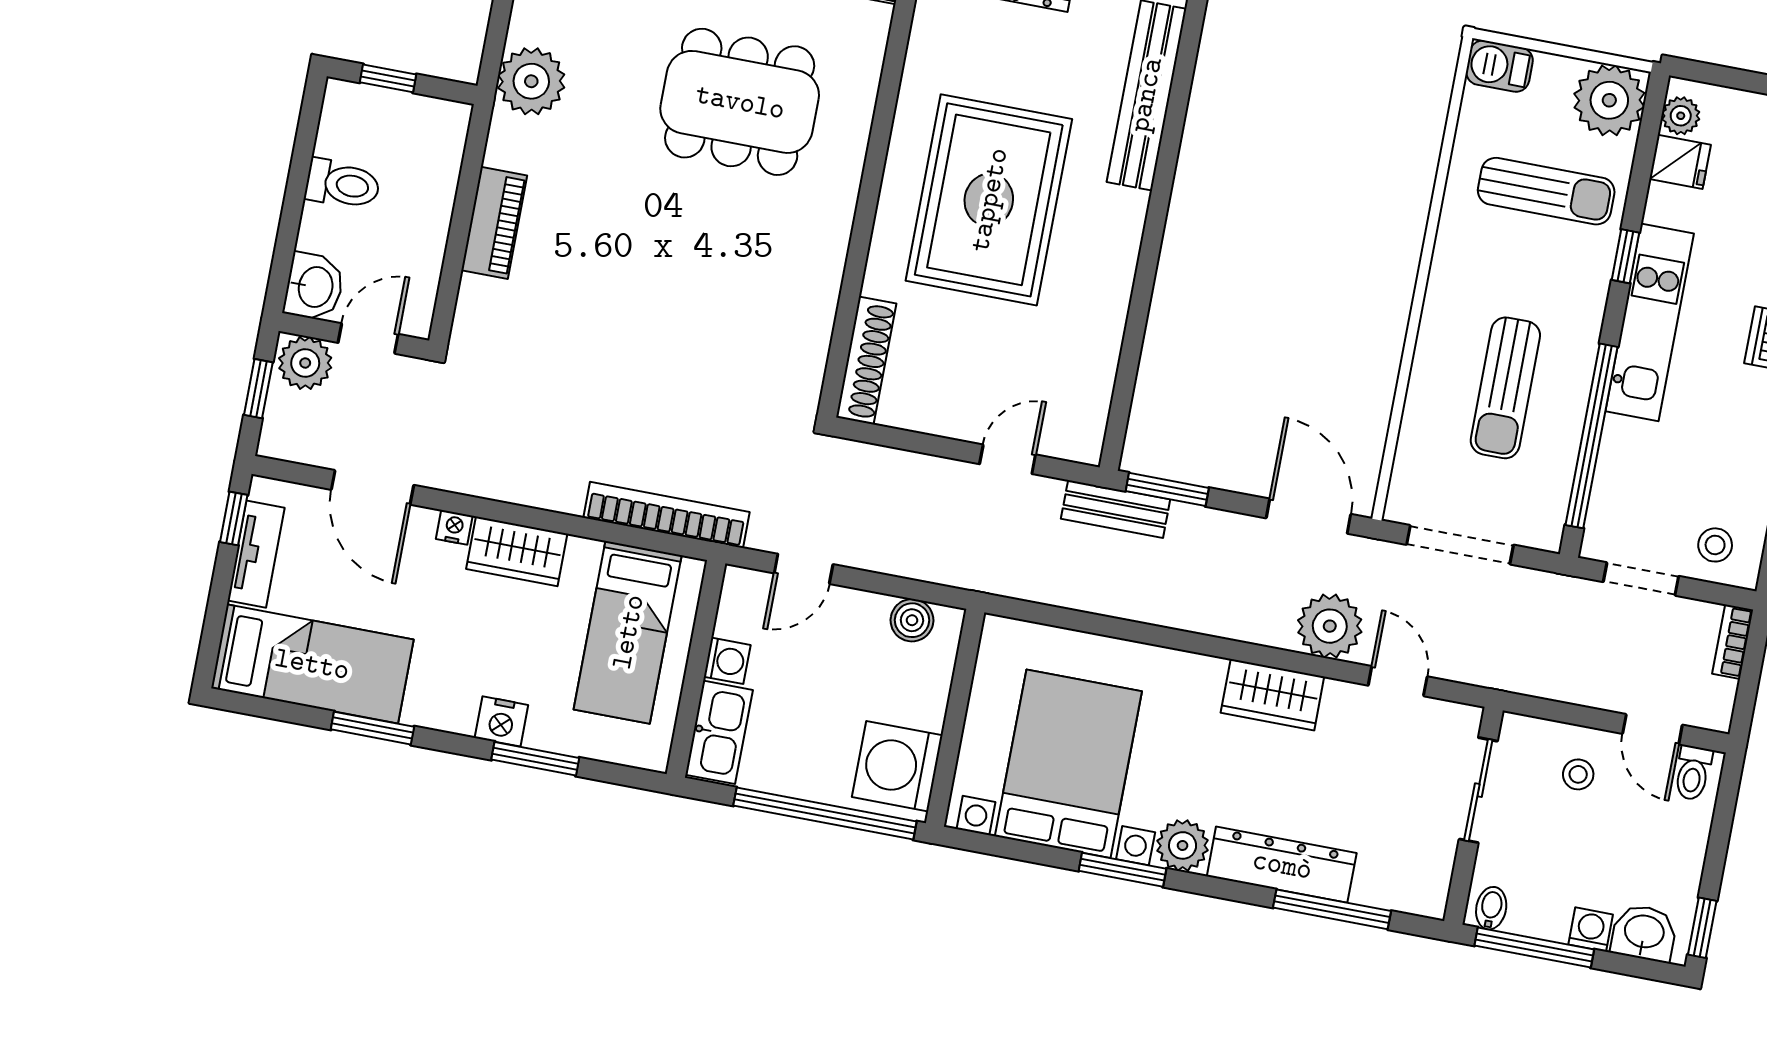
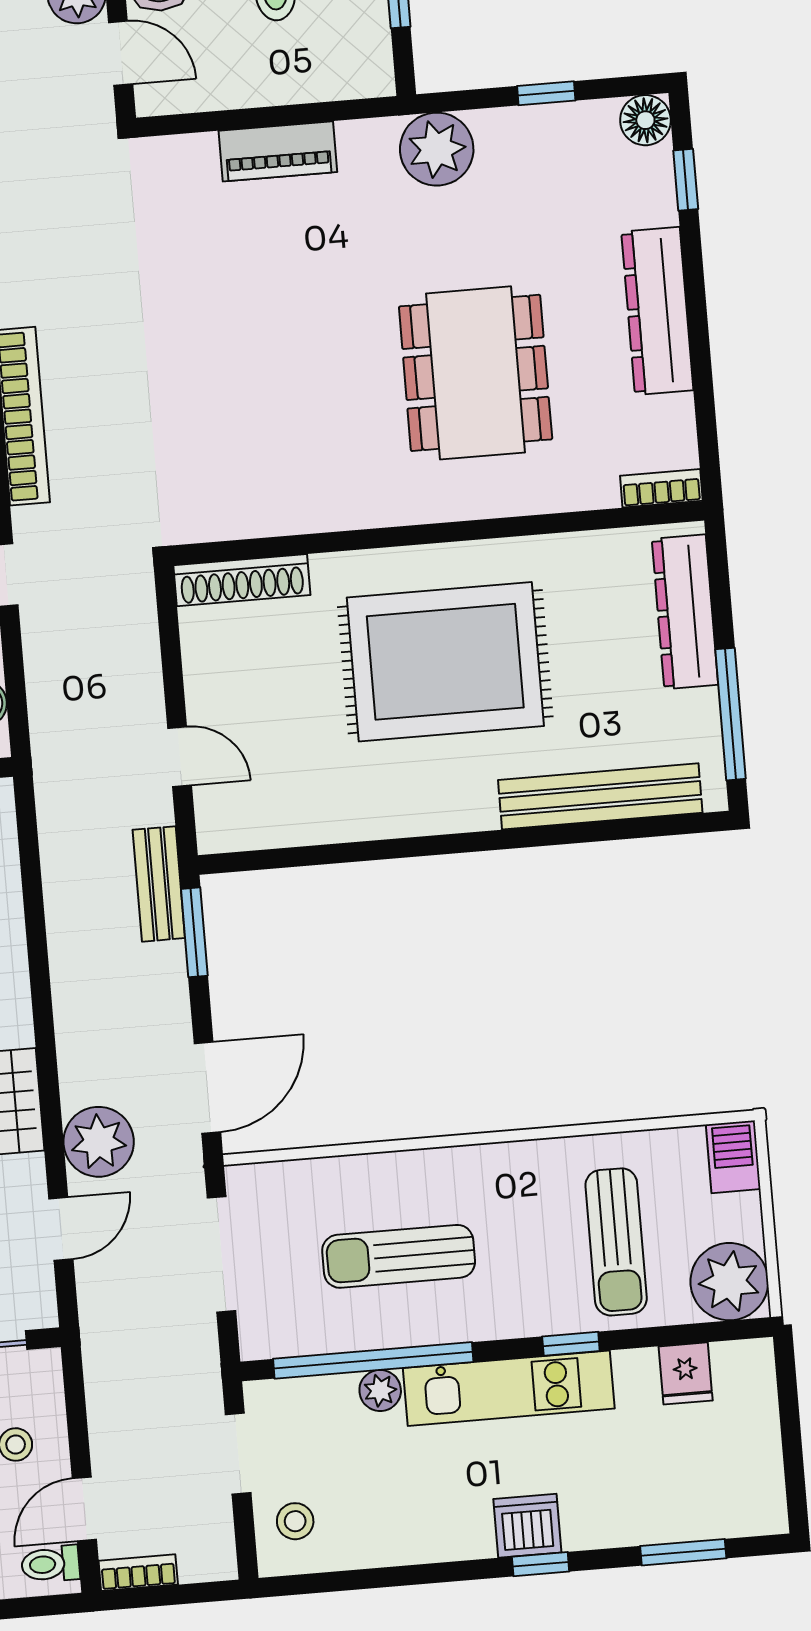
plant: (1681, 116) -> (380, 1390), moved
bookcase: (1733, 642) -> (138, 1573), moved

